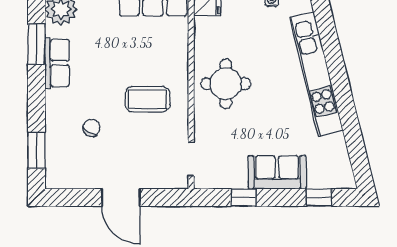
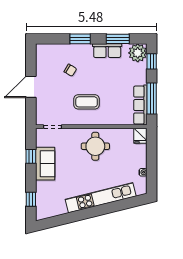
coffee table: (148, 99) -> (87, 102), turned 90
window: (36, 150) -> (80, 39), moved
sofa: (277, 172) -> (45, 164), moved

